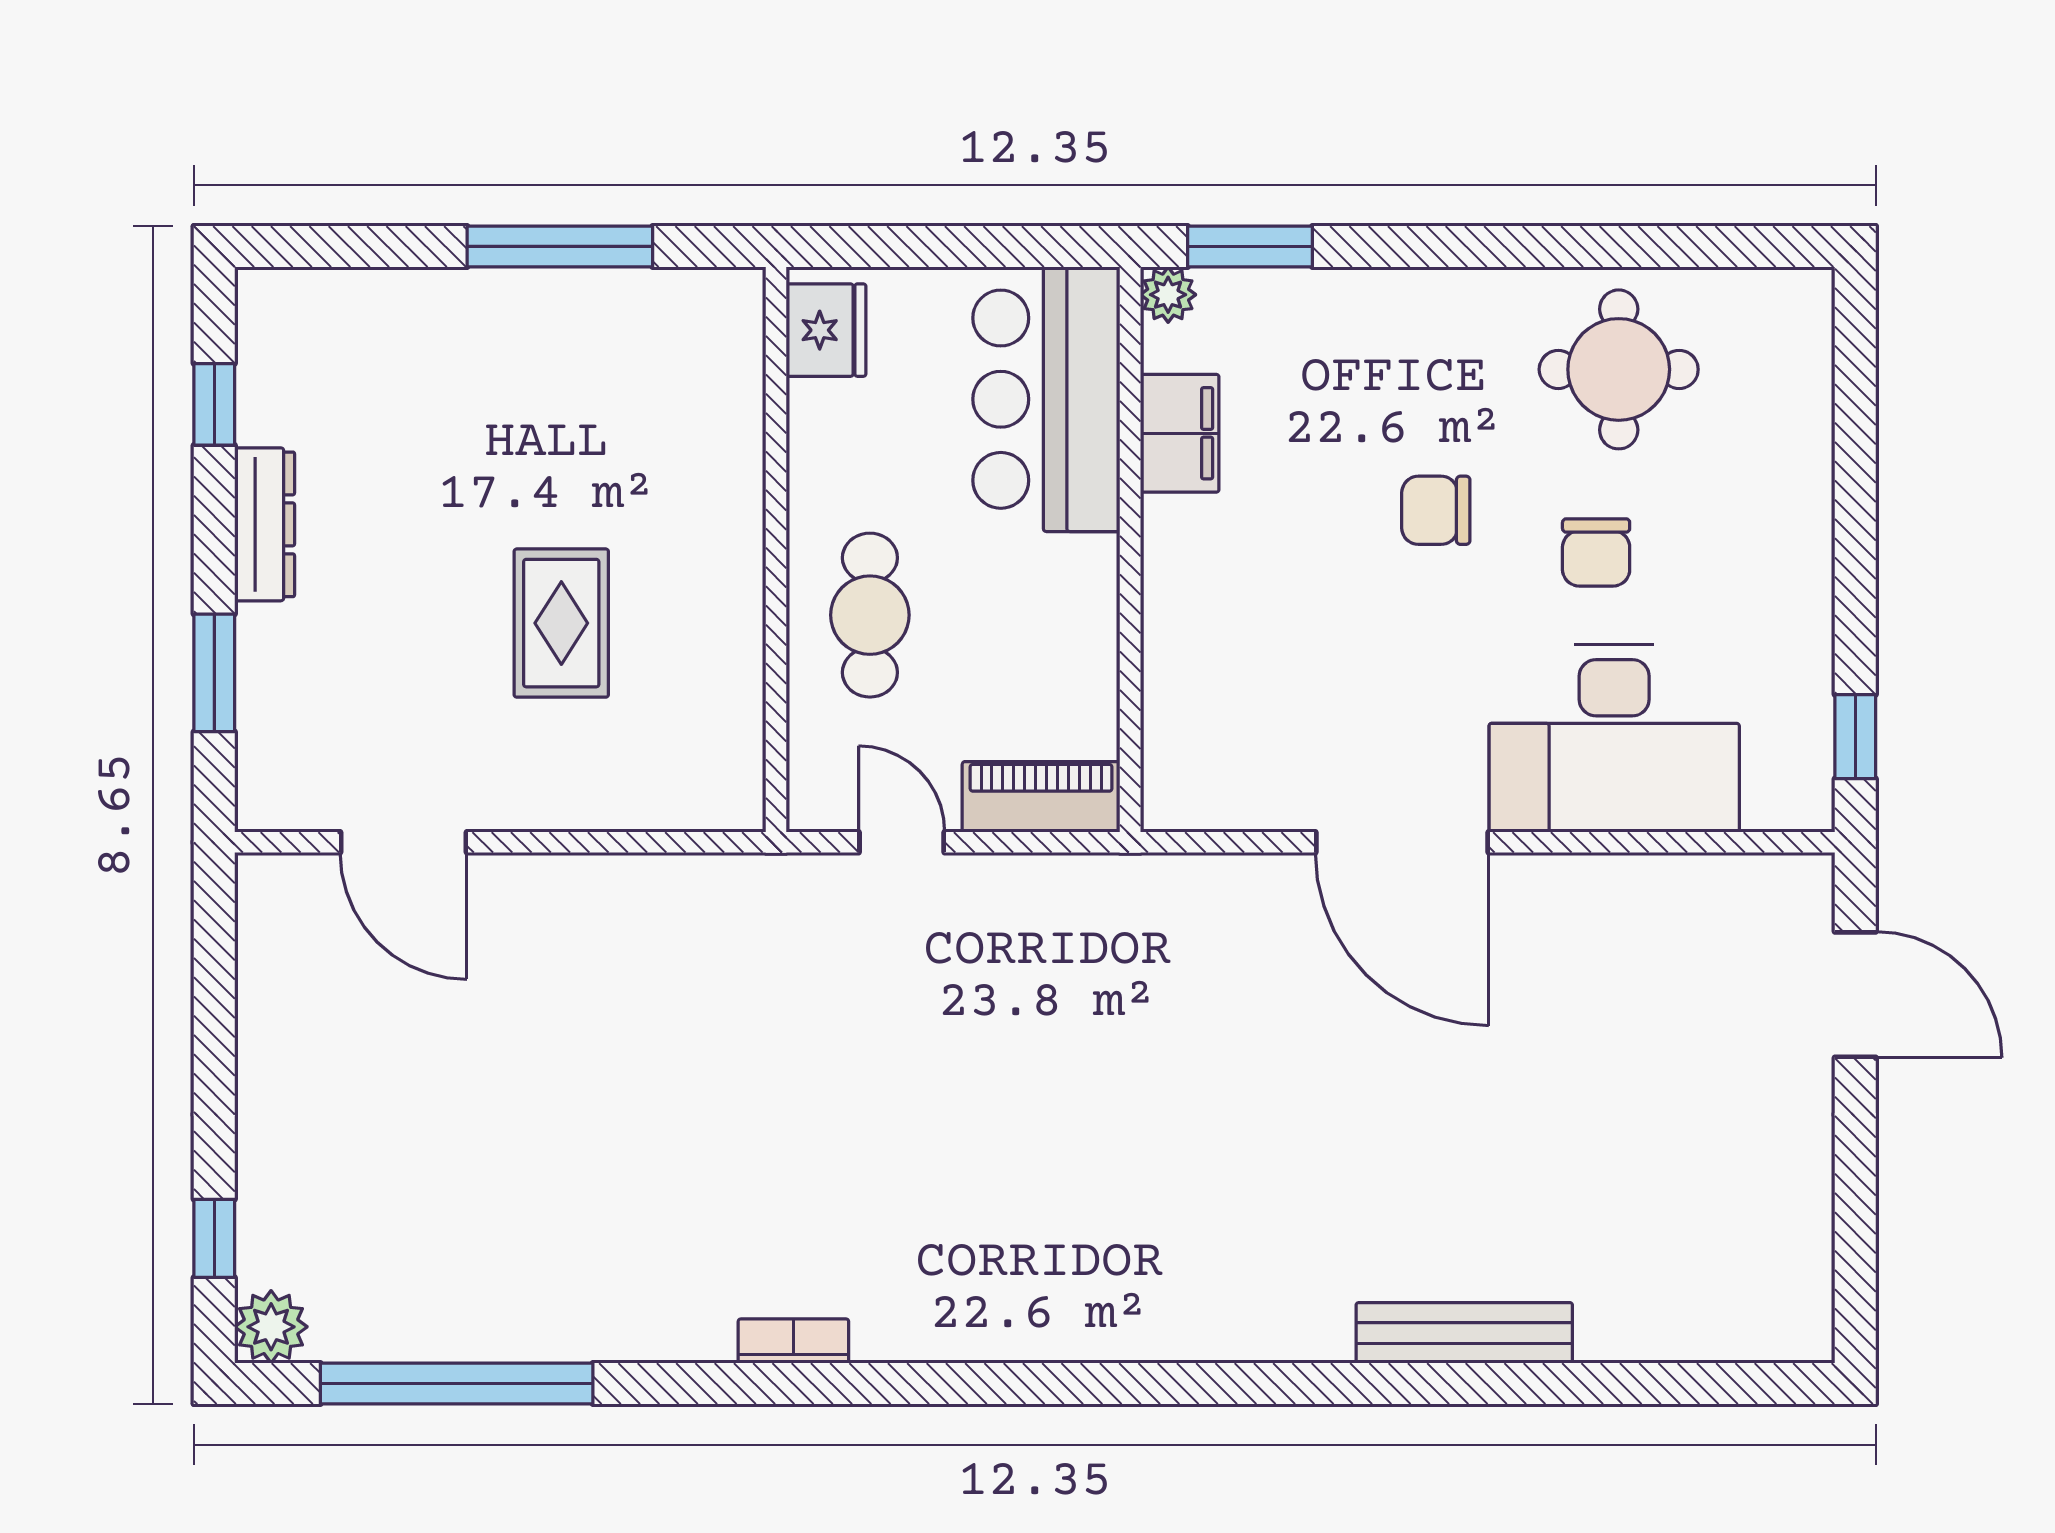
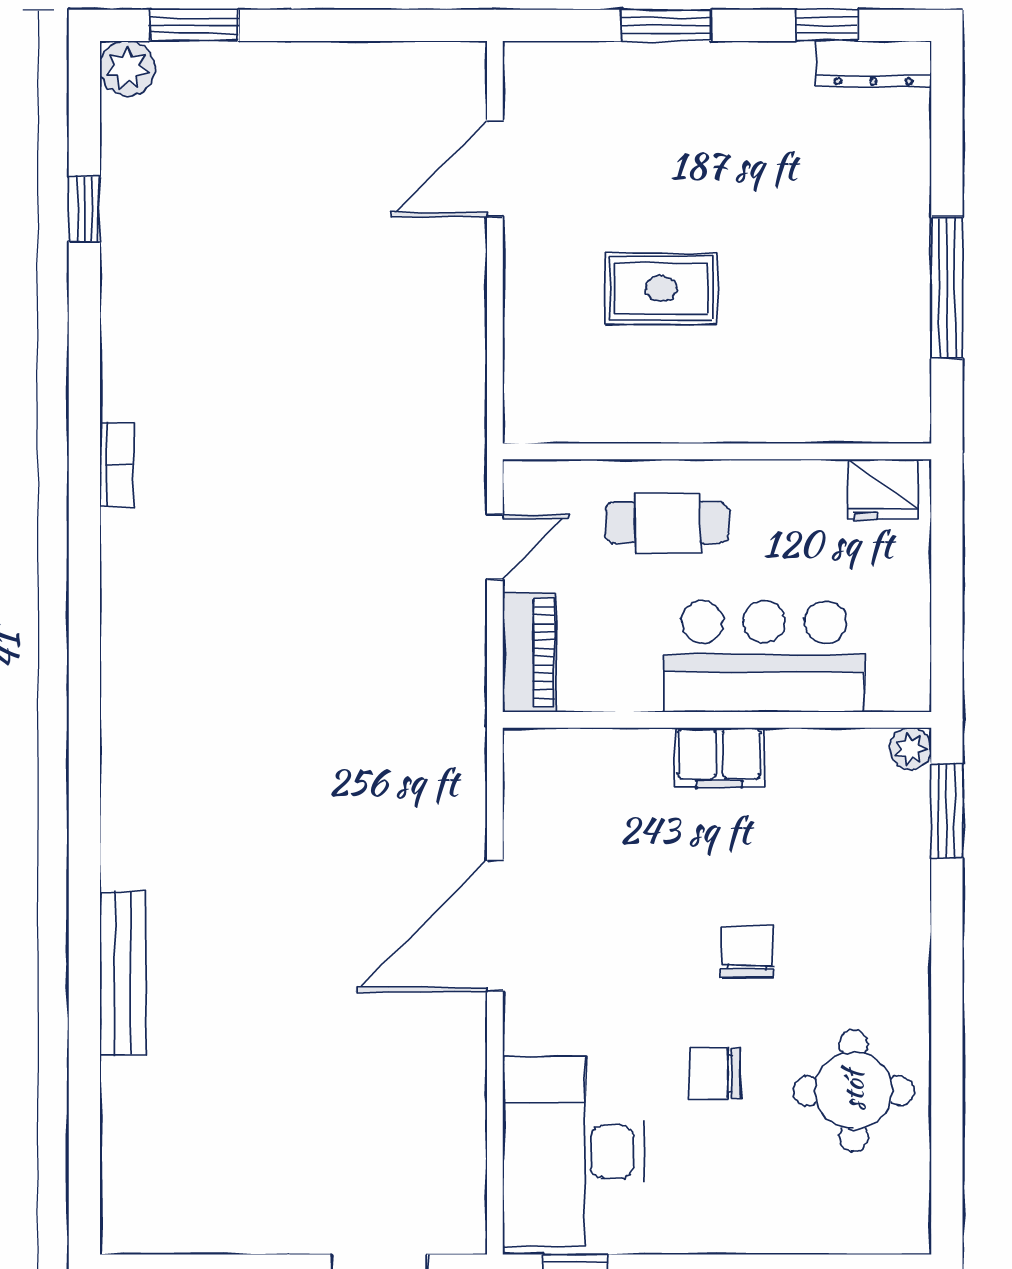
bar counter: (1046, 399) -> (764, 656), moved
filing cabinet: (1180, 433) -> (719, 758), moved
dresser: (265, 524) -> (873, 63), moved
window: (214, 673) -> (666, 25), moved
desk: (1614, 738) -> (574, 1152), moved
window: (214, 1238) -> (194, 25), width x1.50
window: (457, 1384) -> (84, 209), width x0.32

